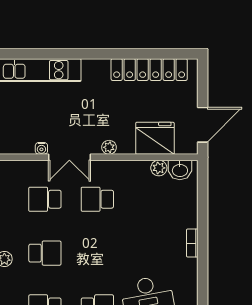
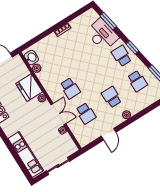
fridge: (155, 138) -> (29, 88), moved

